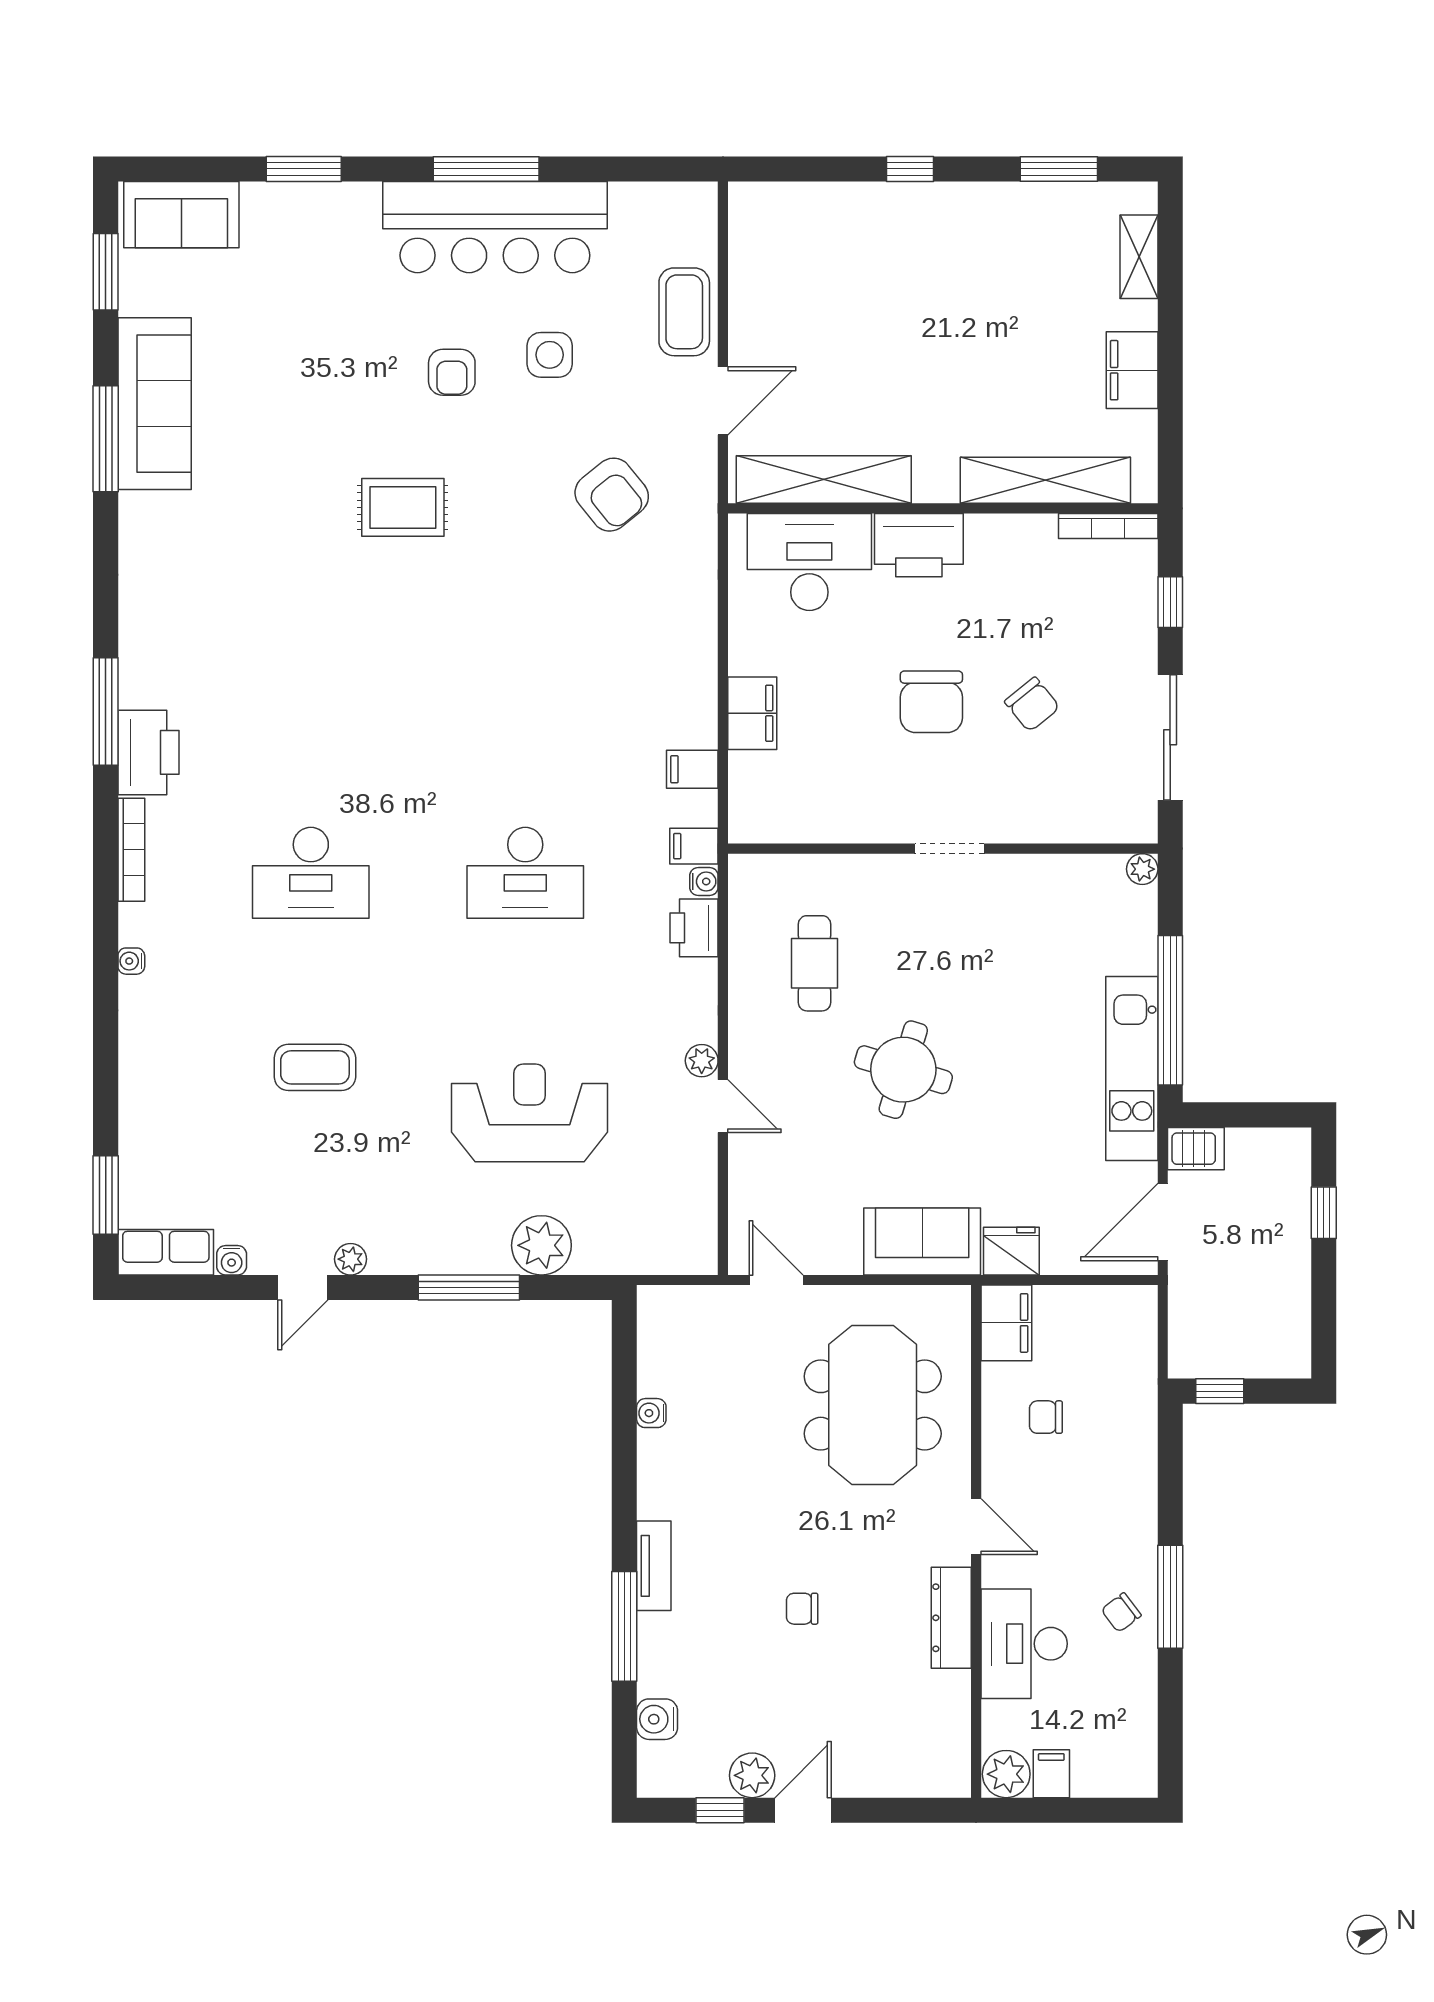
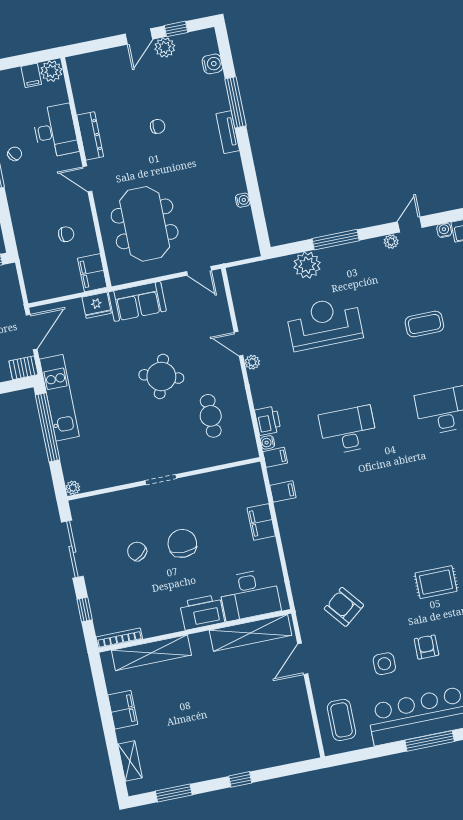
coffee table: (684, 312) -> (342, 720), moved
reception desk: (530, 1113) -> (324, 323), turned 180

